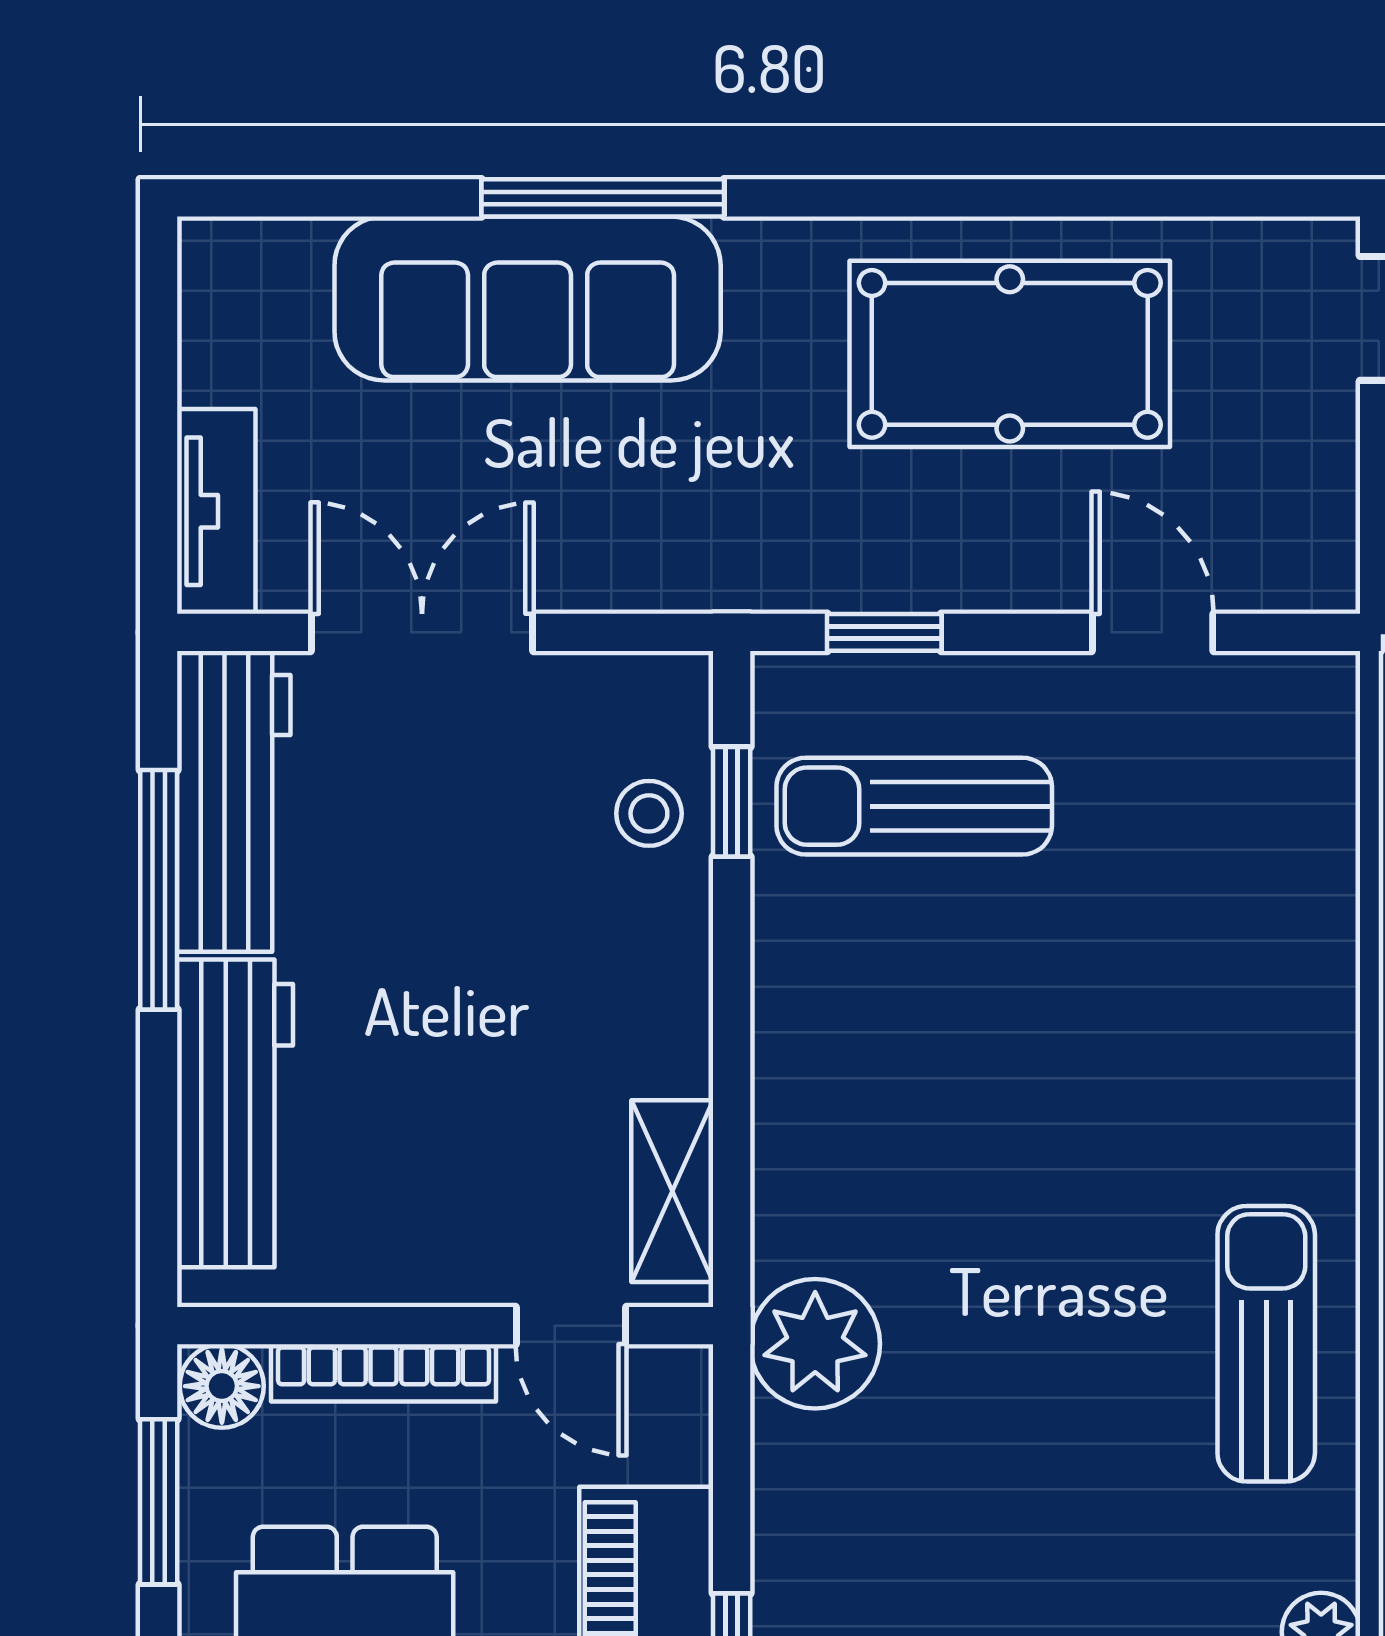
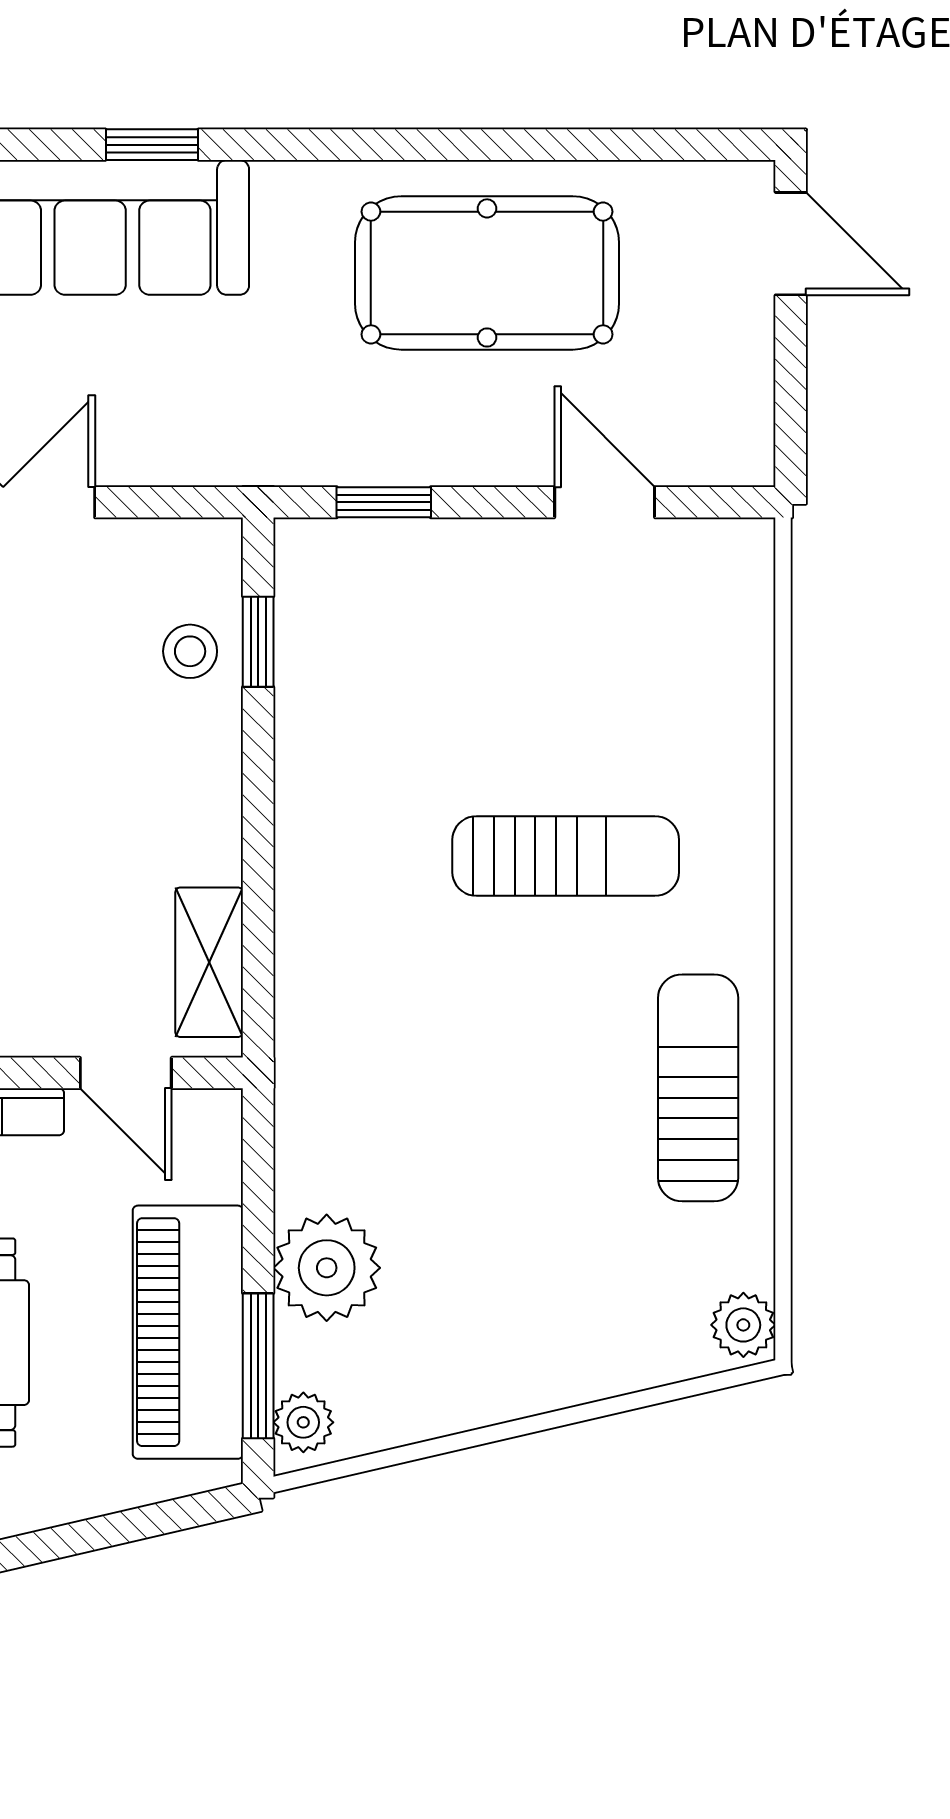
window: (603, 198) -> (152, 145), width x0.46
sun lounger: (914, 806) -> (566, 856), moved, turned 180
plant: (815, 1344) -> (327, 1268), moved

